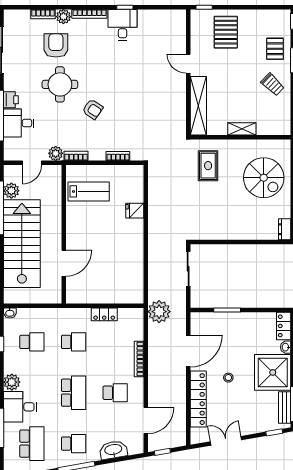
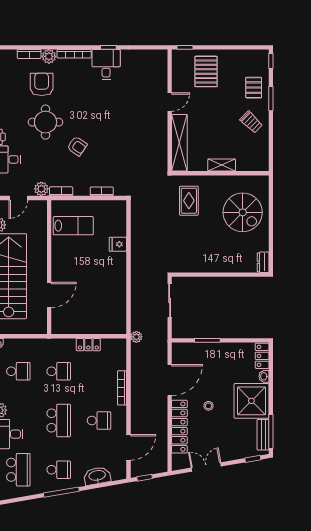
door: (188, 64) -> (170, 102), swing flipped
plant: (159, 312) -> (136, 337), width x0.53, depth x0.53

